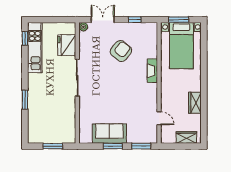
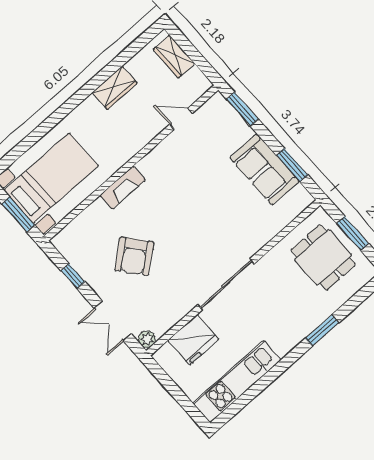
window: (25, 38) -> (236, 407), removed
armchair: (121, 51) -> (134, 256), turned -78
door: (159, 118) -> (181, 119), hinge flipped
dining table: (54, 126) -> (323, 257), added
window: (113, 146) -> (292, 165), moved

